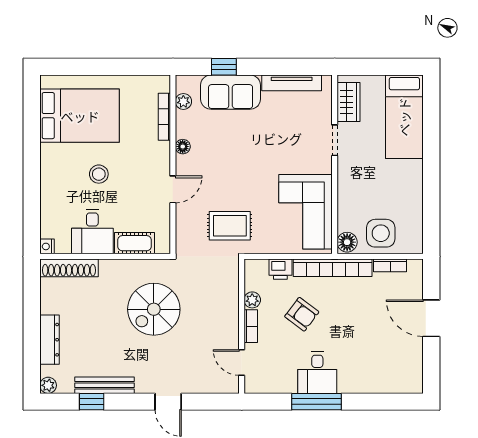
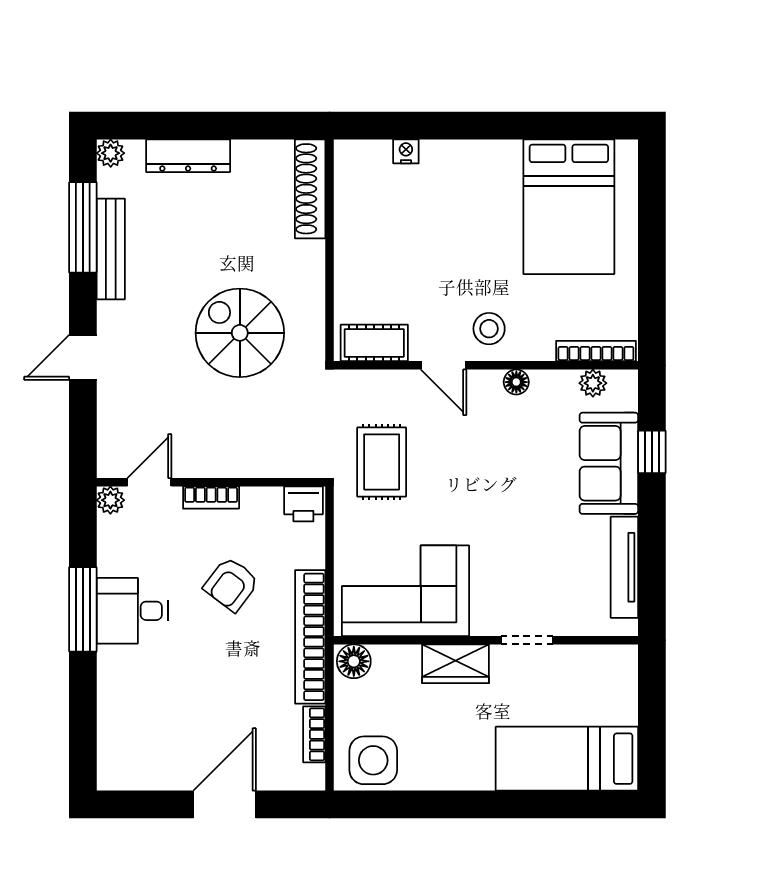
wardrobe: (349, 102) -> (456, 664), moved
bookcase: (164, 117) -> (596, 351), moved
stool: (99, 174) -> (489, 329), moved
desk: (92, 232) -> (372, 228), removed
side table: (381, 233) -> (373, 760), moved
cot: (135, 243) -> (374, 343), moved, turned 90
nightstand: (47, 246) -> (406, 151), moved
printer: (280, 269) -> (303, 504), moved, turned -90
plant: (252, 300) -> (110, 500), moved
window: (92, 402) -> (83, 227), width x2.17

